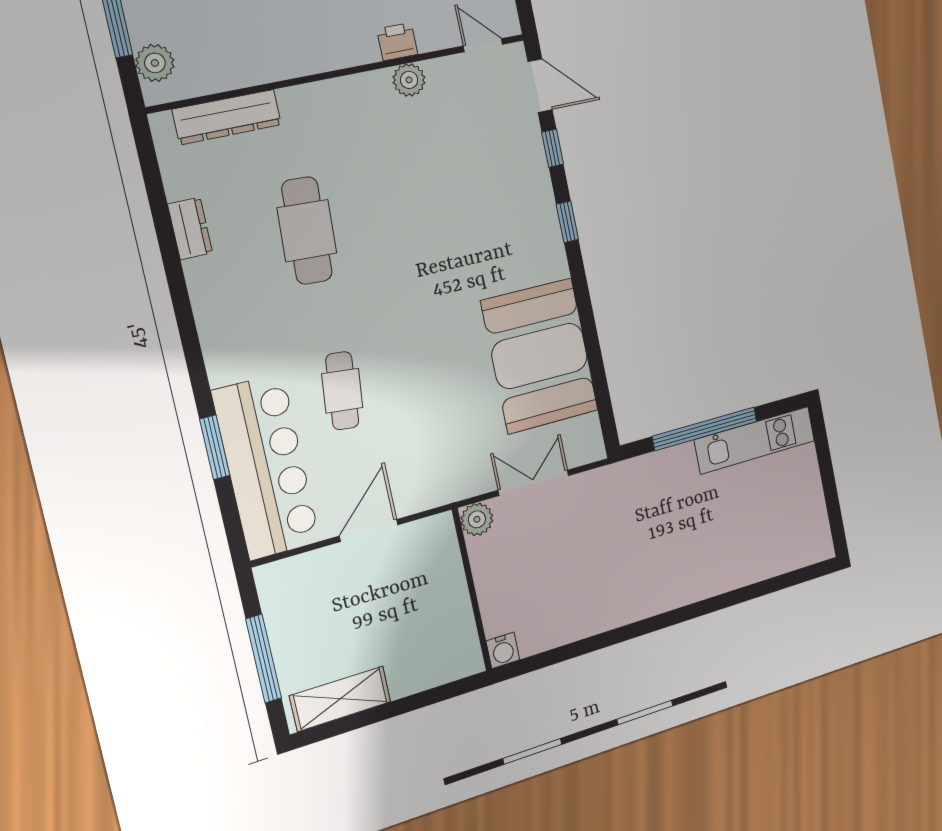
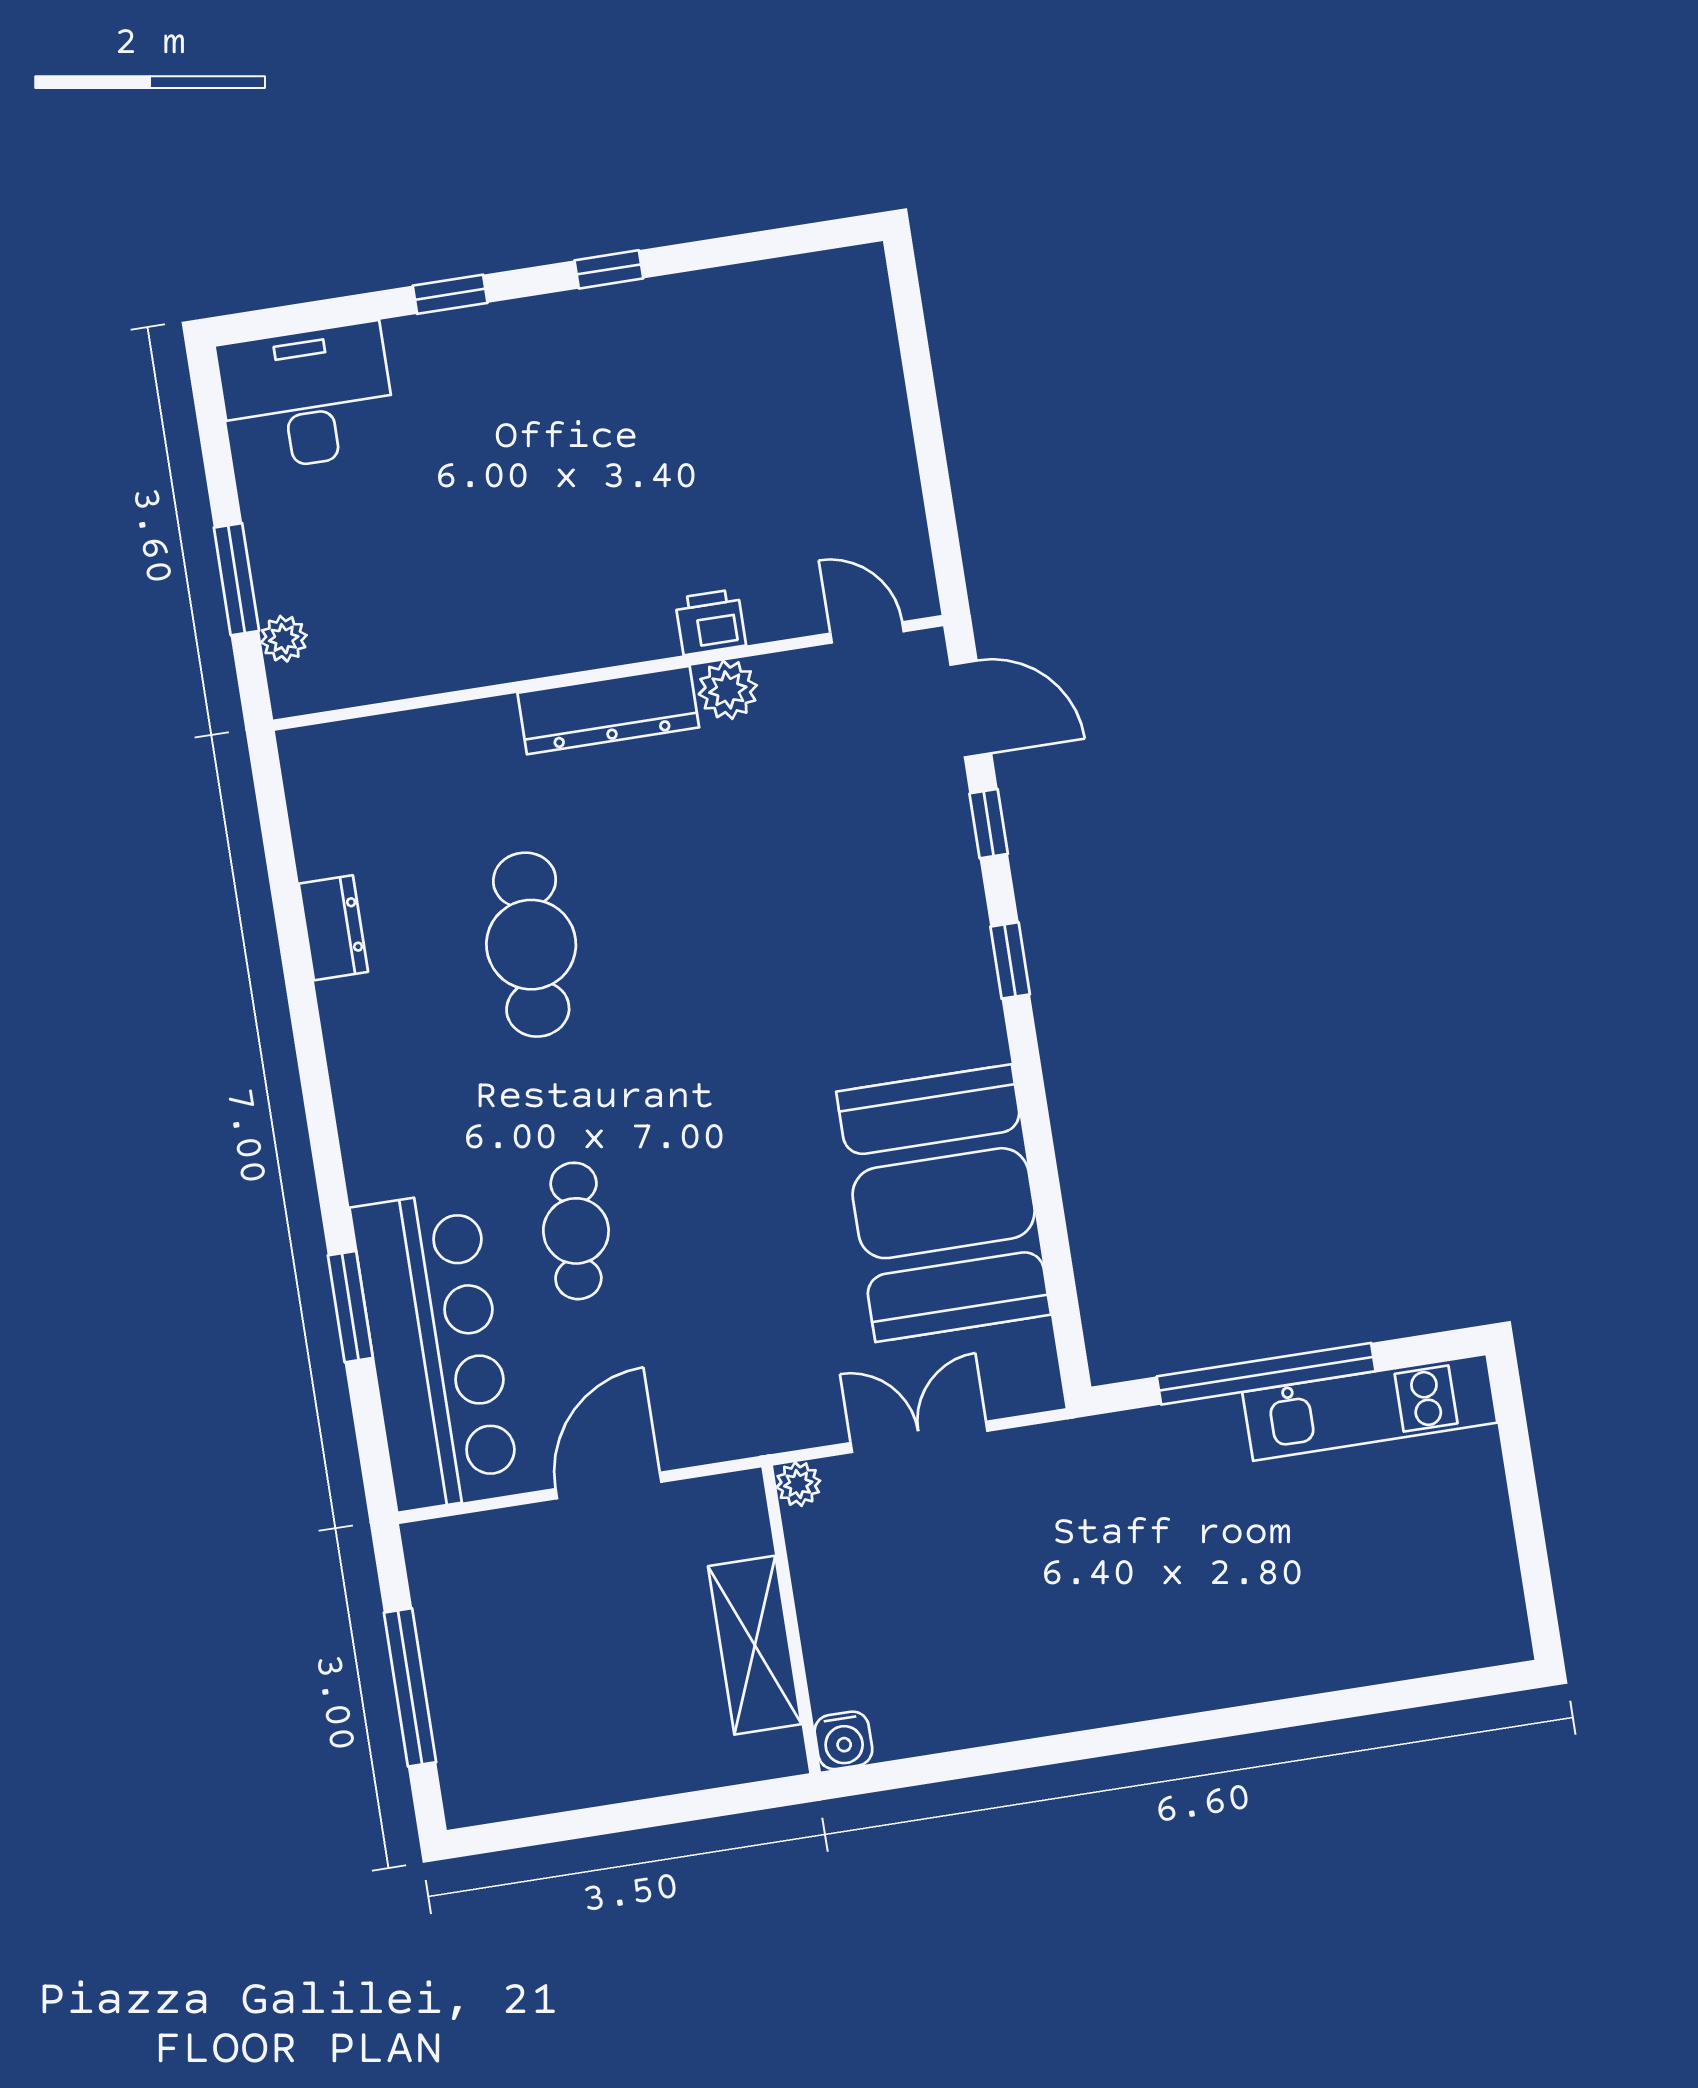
plant: (155, 63) -> (284, 639), width x0.73, depth x0.73
dresser: (227, 117) -> (608, 710), moved
plant: (477, 519) -> (798, 1484), width x0.73, depth x0.73
shelving: (340, 699) -> (755, 1645), moved, turned 90

